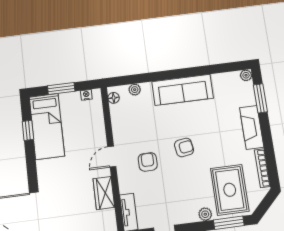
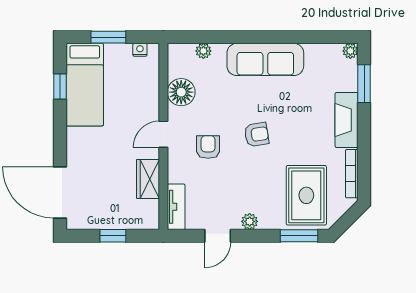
floor lamp: (114, 98) -> (181, 92), moved, width x1.89, depth x1.89
plant: (205, 214) -> (250, 221), moved

